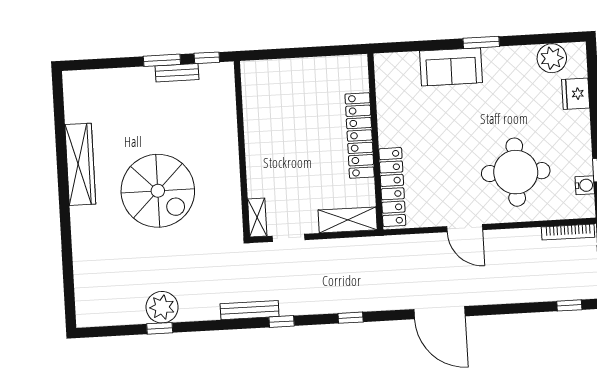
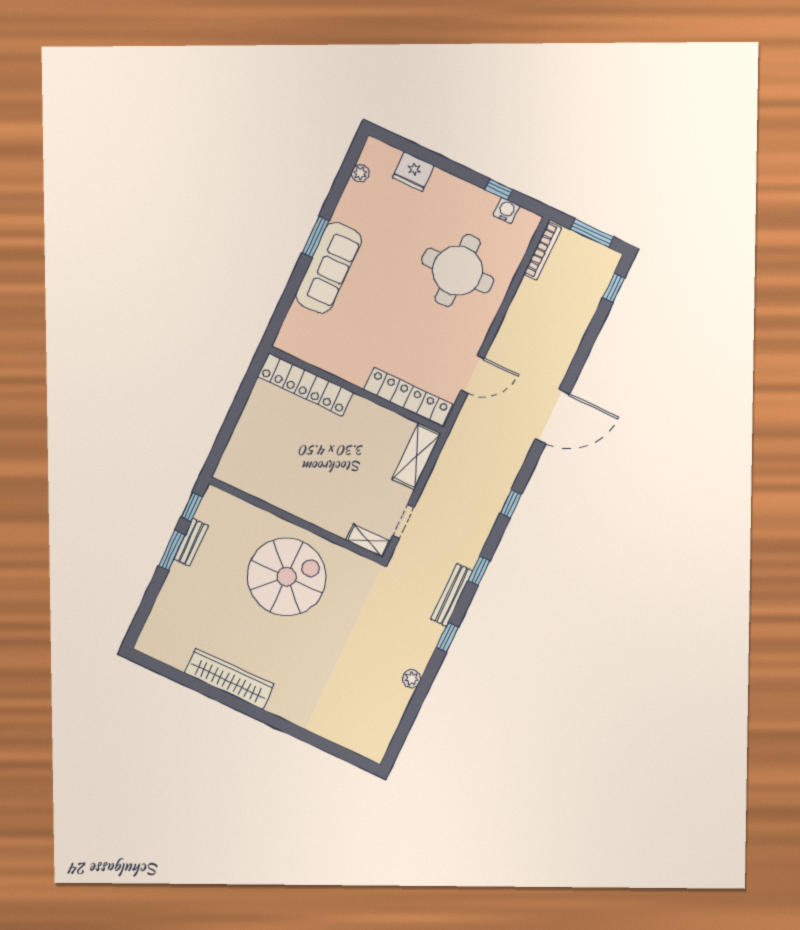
plant: (552, 58) -> (360, 173), width x0.53, depth x0.53
sofa: (451, 67) -> (328, 268), width x1.36
locker: (360, 135) -> (305, 384), moved
spiral stairs: (158, 191) -> (287, 577), moved
door: (465, 228) -> (473, 374), moved
plant: (162, 307) -> (412, 679), width x0.53, depth x0.53
window: (160, 328) -> (447, 637), moved

